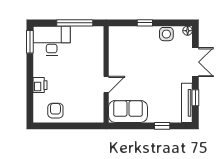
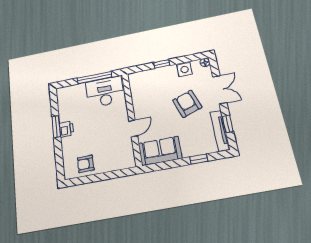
desk: (52, 41) -> (105, 92), moved
window: (30, 42) -> (56, 127), moved
armchair: (162, 70) -> (187, 104), added
printer: (40, 85) -> (66, 129), moved
armchair: (55, 111) -> (86, 164), turned -90

